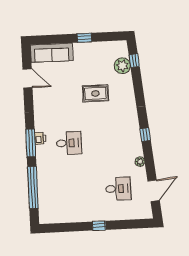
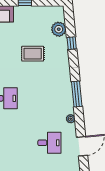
window: (134, 61) -> (72, 43), moved
window: (145, 135) -> (77, 94), width x2.17

